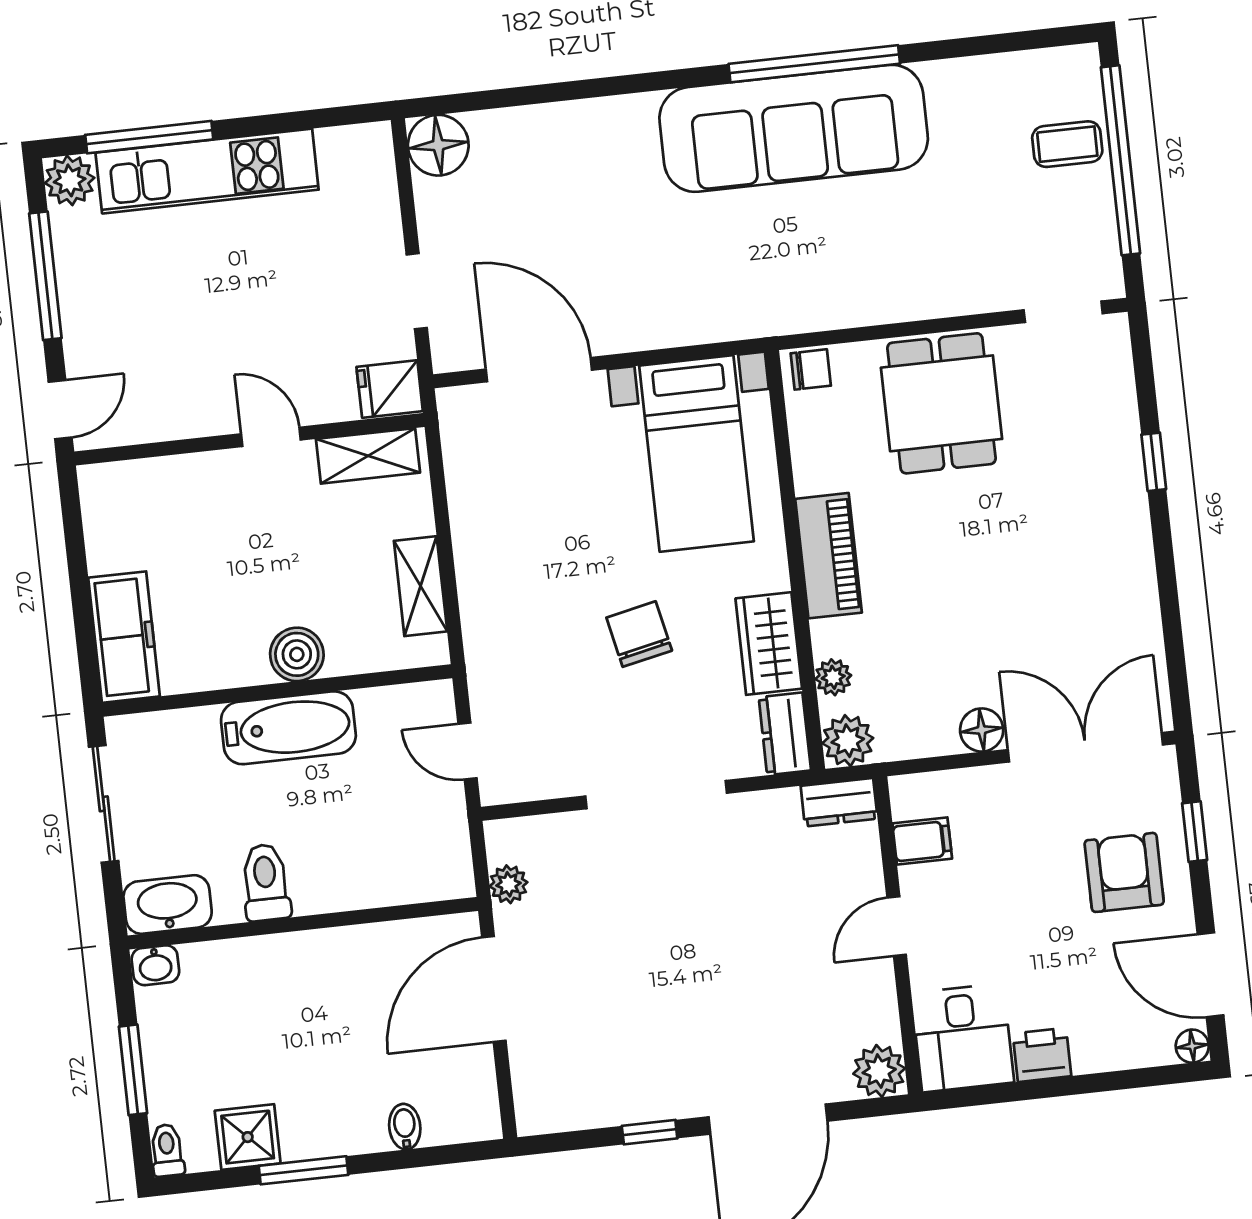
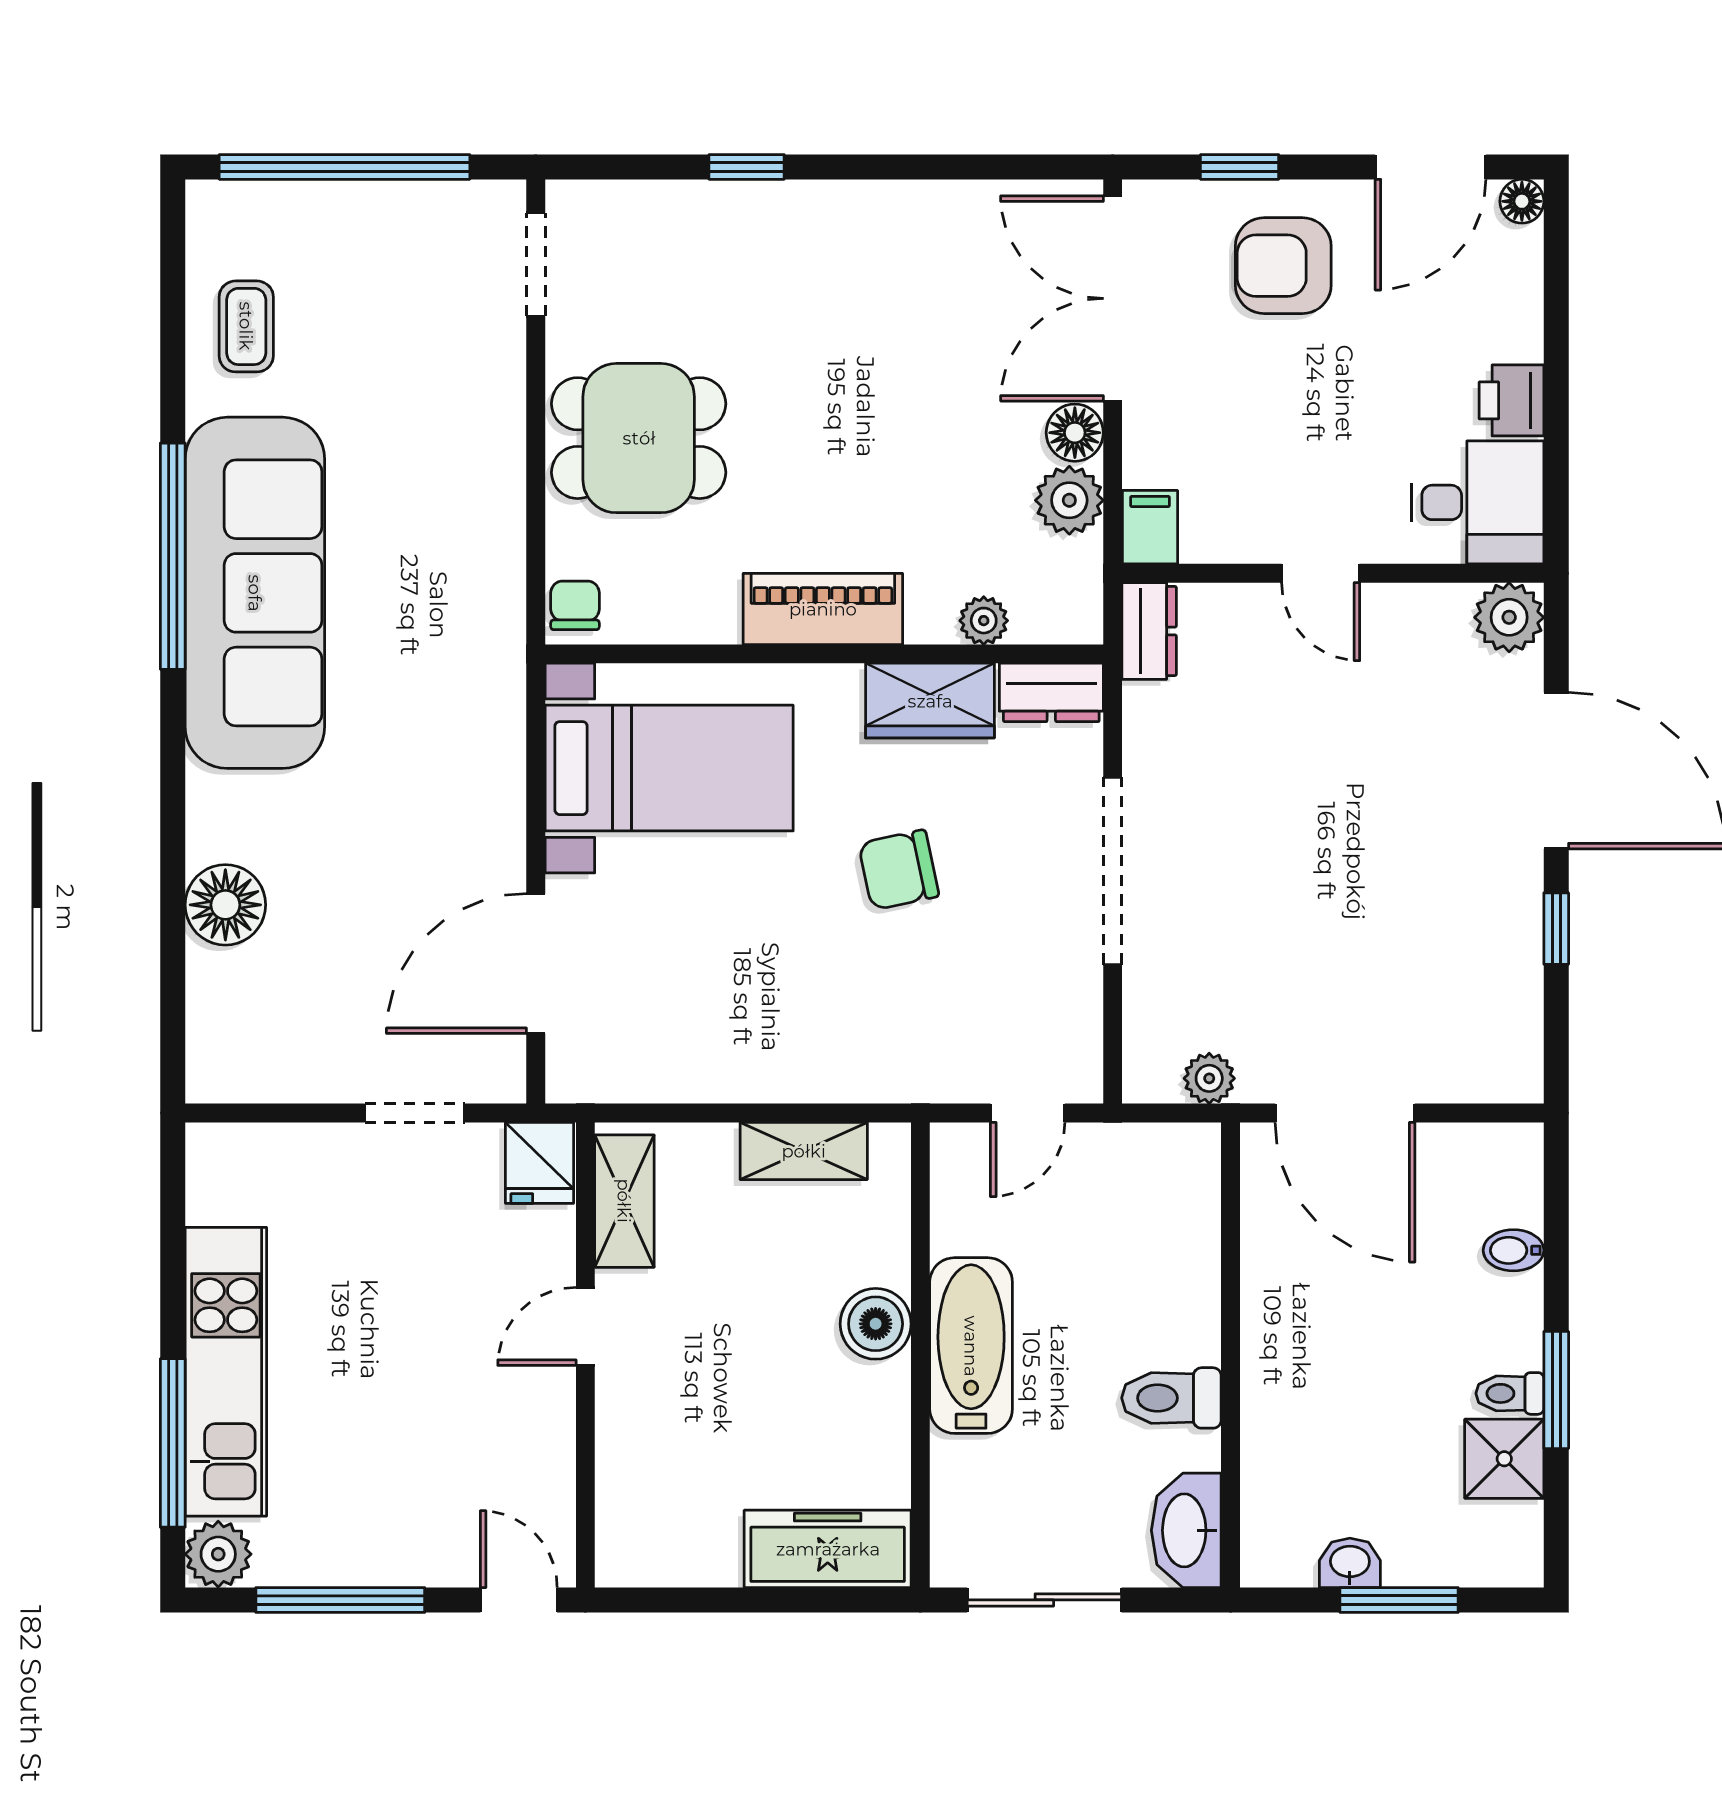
coffee table: (1067, 144) -> (246, 326), moved
floor lamp: (438, 145) -> (225, 905), moved
plant: (848, 741) -> (1069, 500), moved
filing cabinet: (922, 841) -> (1150, 527), moved
washbasin: (155, 965) -> (1350, 1563), moved, turned -90
toilet: (167, 1150) -> (1510, 1393), moved

